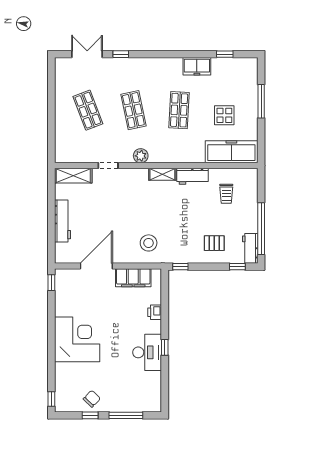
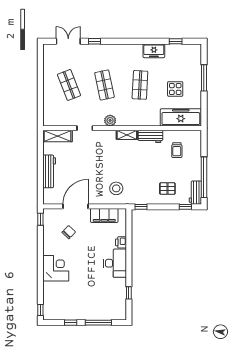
corner desk: (77, 339) -> (56, 268), width x0.74, depth x0.74
window: (165, 347) -> (129, 293), moved
desk: (147, 352) -> (115, 263), moved
chair: (92, 399) -> (69, 232), moved

